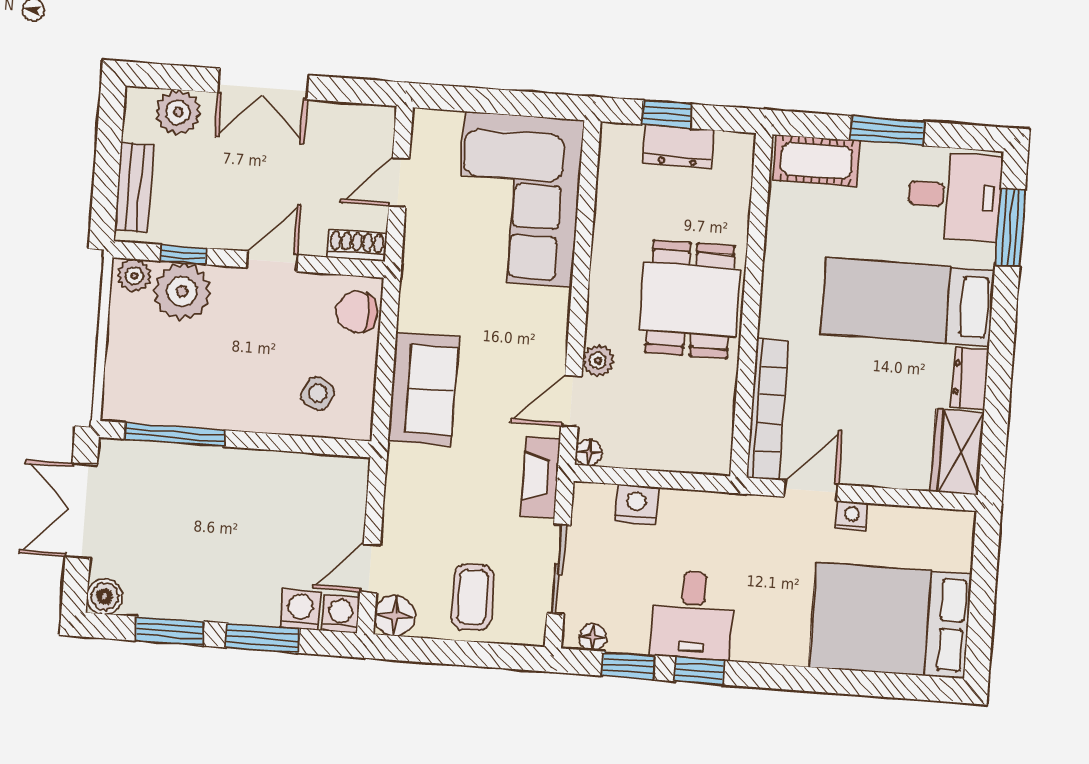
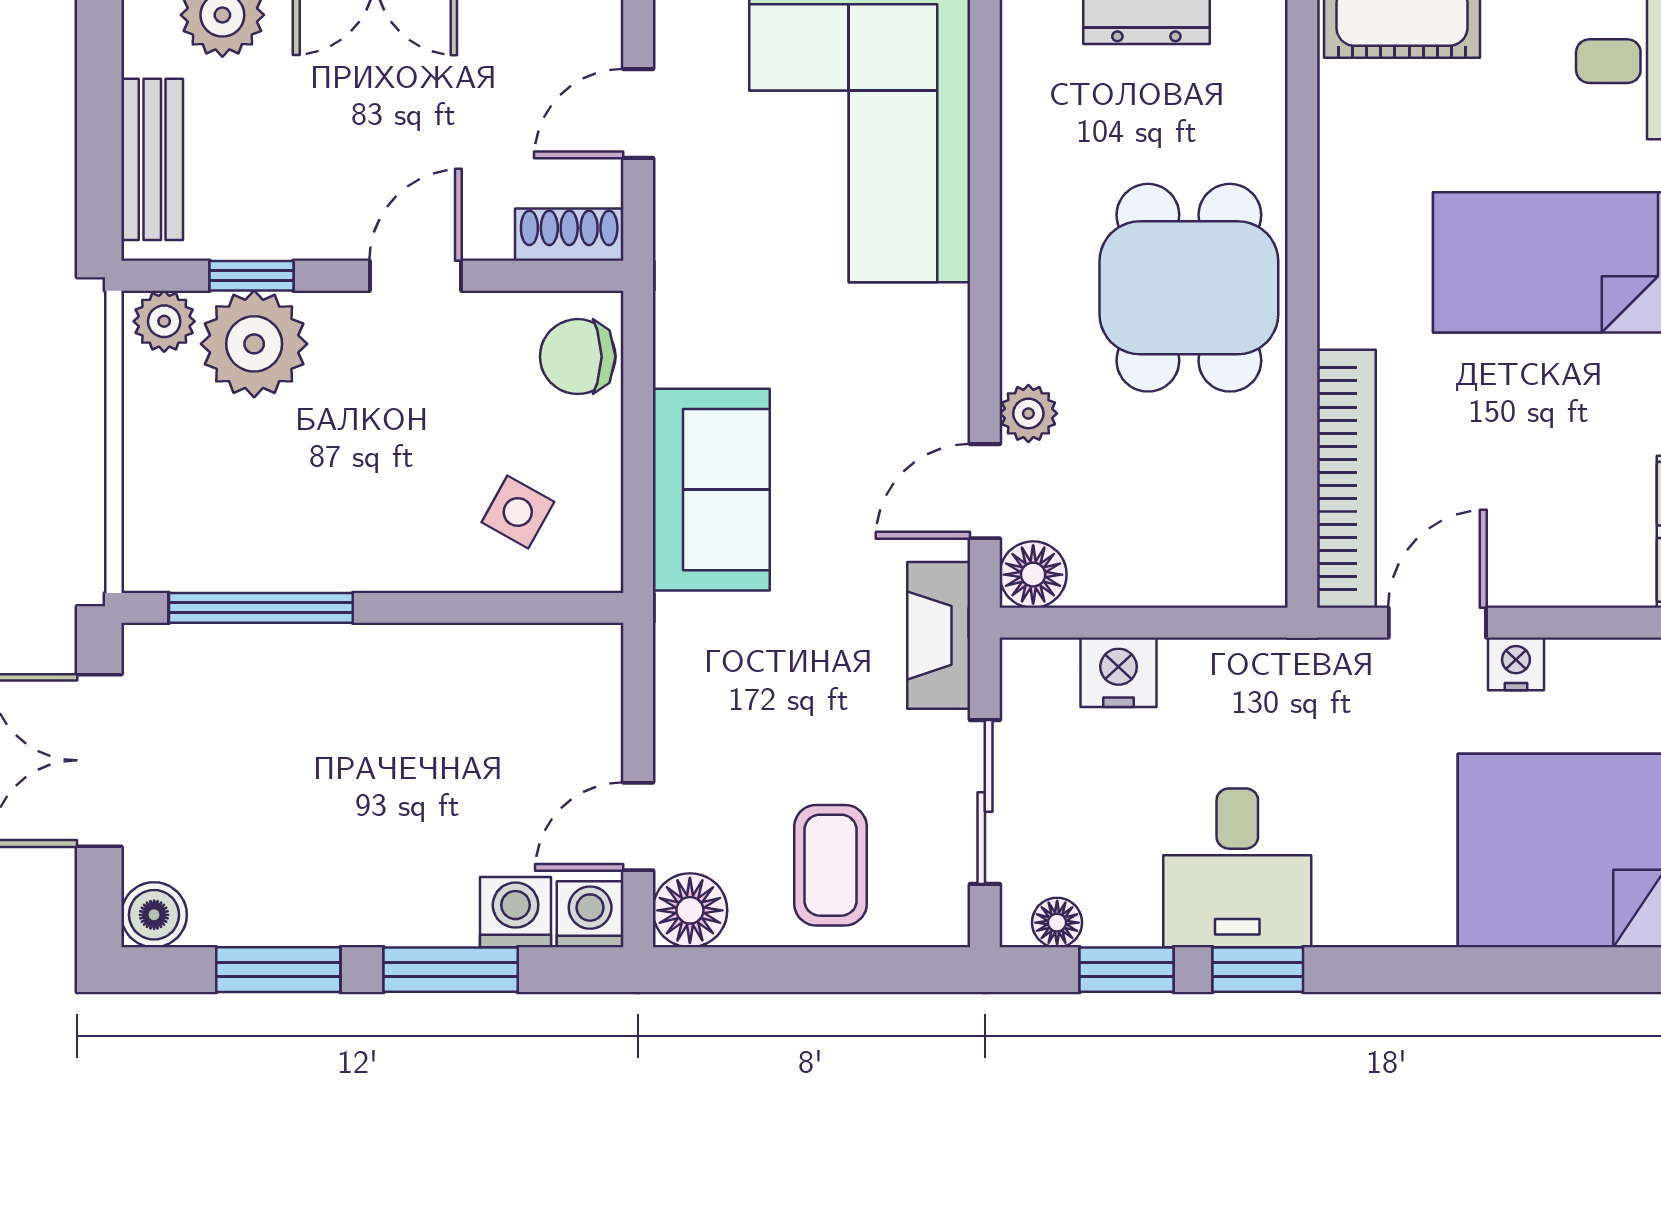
floor lamp: (589, 453) -> (1033, 575), width x1.37, depth x1.37

